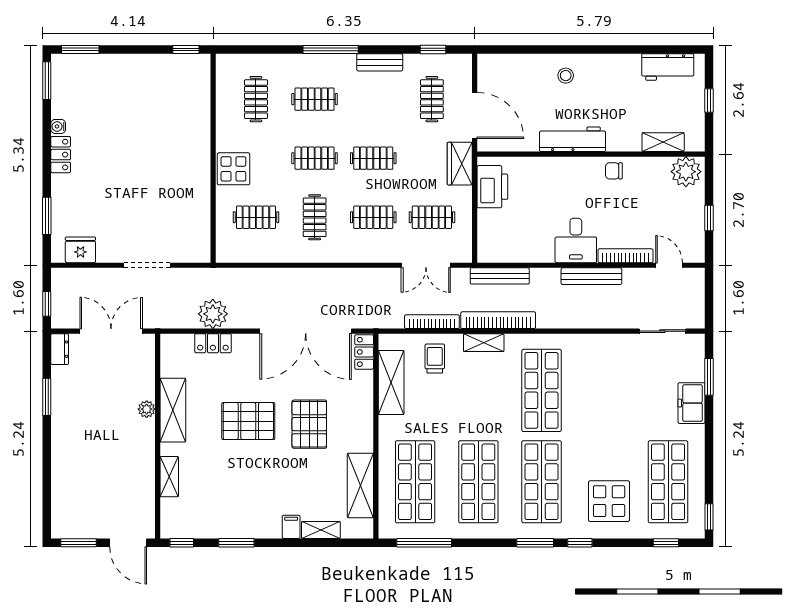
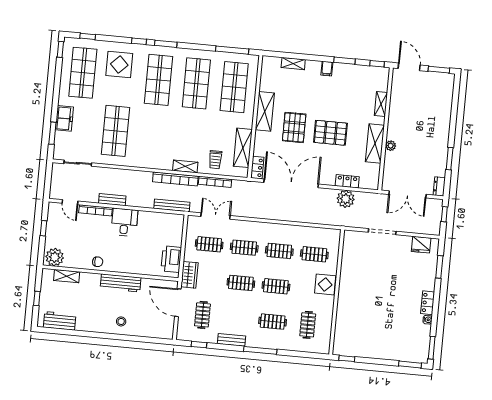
clothes rail: (315, 217) -> (279, 251), turned 90
bench: (591, 276) -> (112, 200), width x0.73
shop shelf: (542, 390) -> (116, 131), moved
shelving: (360, 485) -> (265, 111), moved
filing cabinet: (291, 527) -> (327, 69), moved

